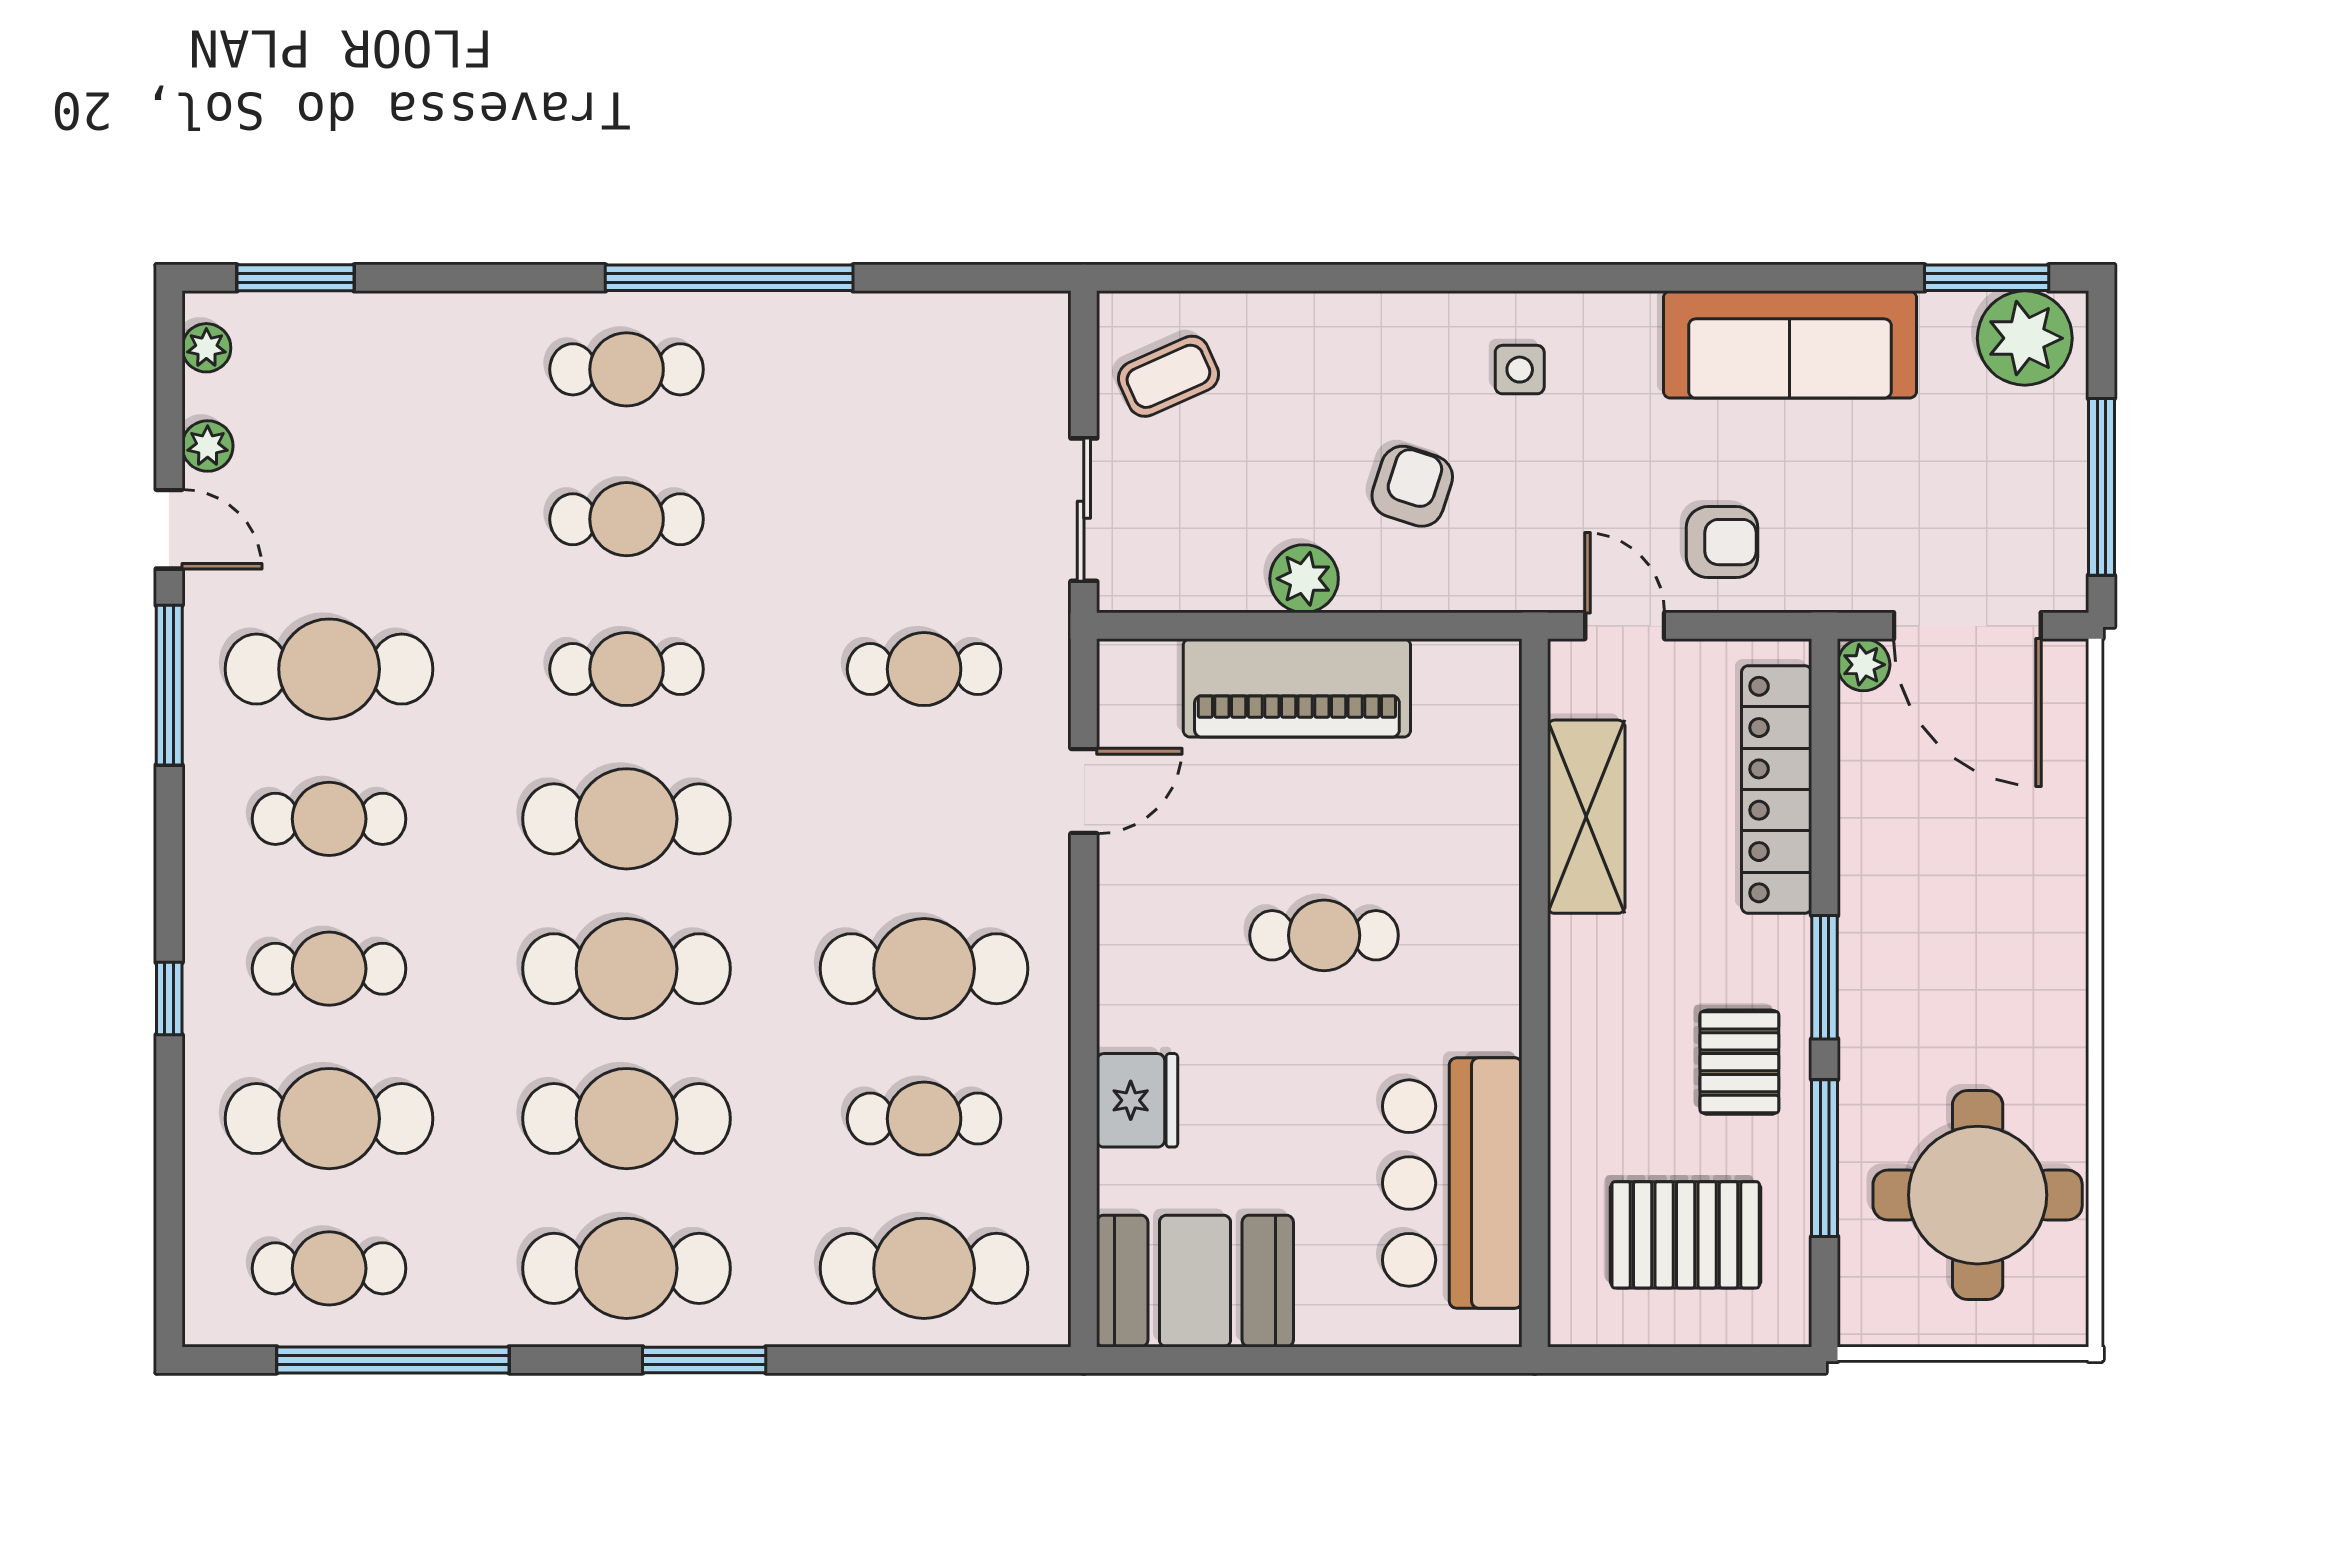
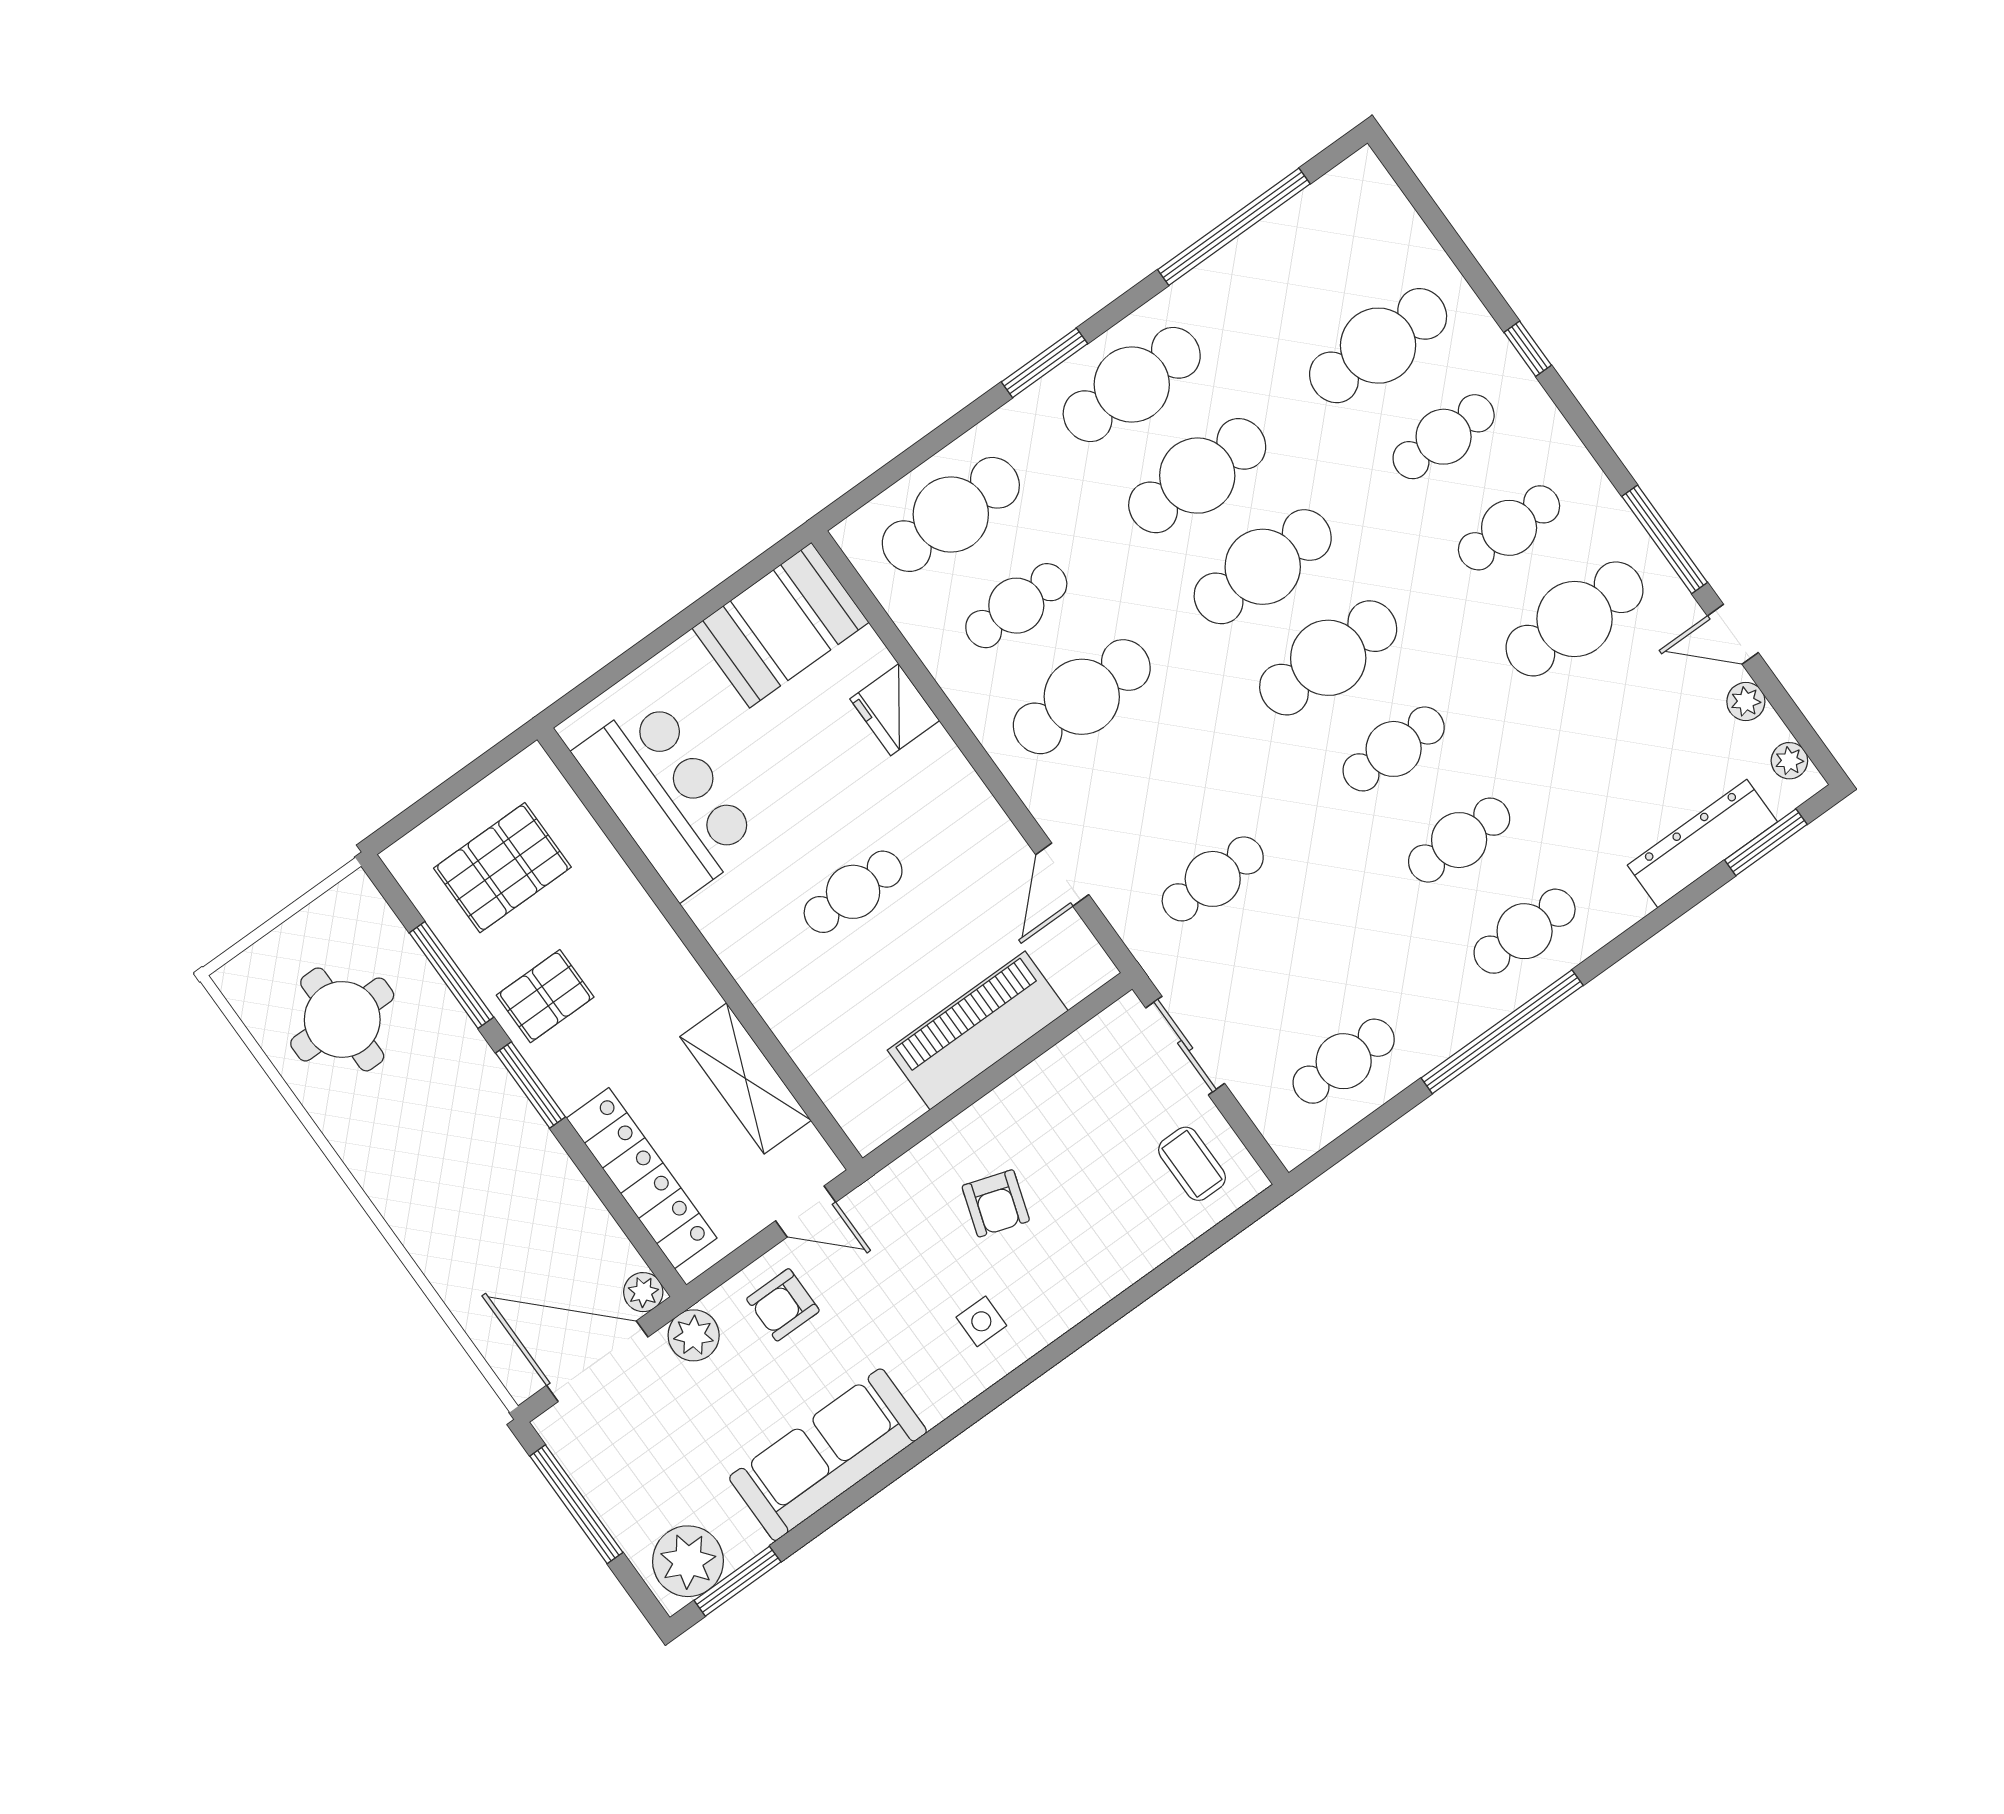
dresser: (365, 326) -> (1702, 843), added
coffee table: (1168, 376) -> (1192, 1164), turned -66
plant: (1304, 579) -> (694, 1335), moved
pallet: (1739, 1062) -> (545, 996), turned 90
round table: (1978, 1195) -> (342, 1019), width x0.73, depth x0.73
cafe table: (329, 1268) -> (1344, 1061), moved

